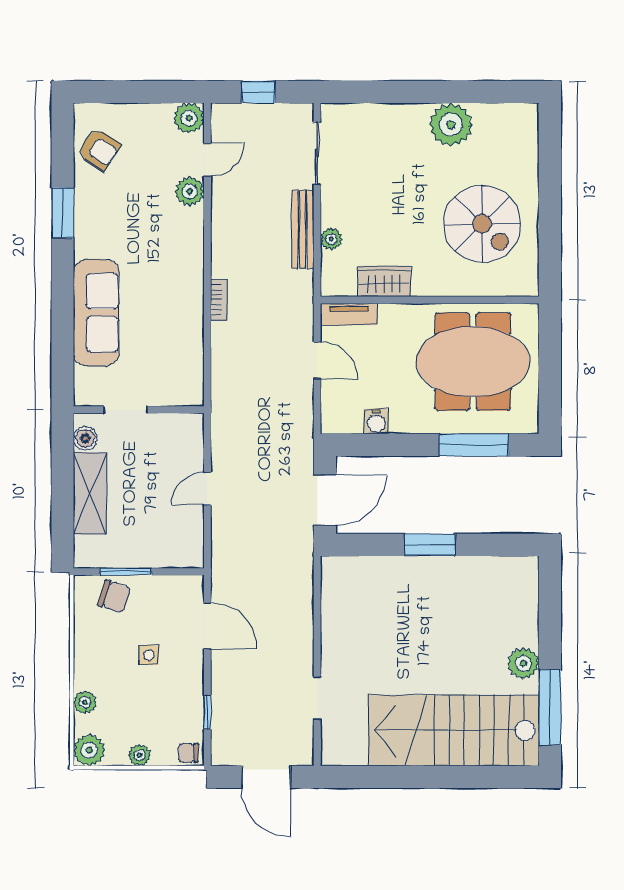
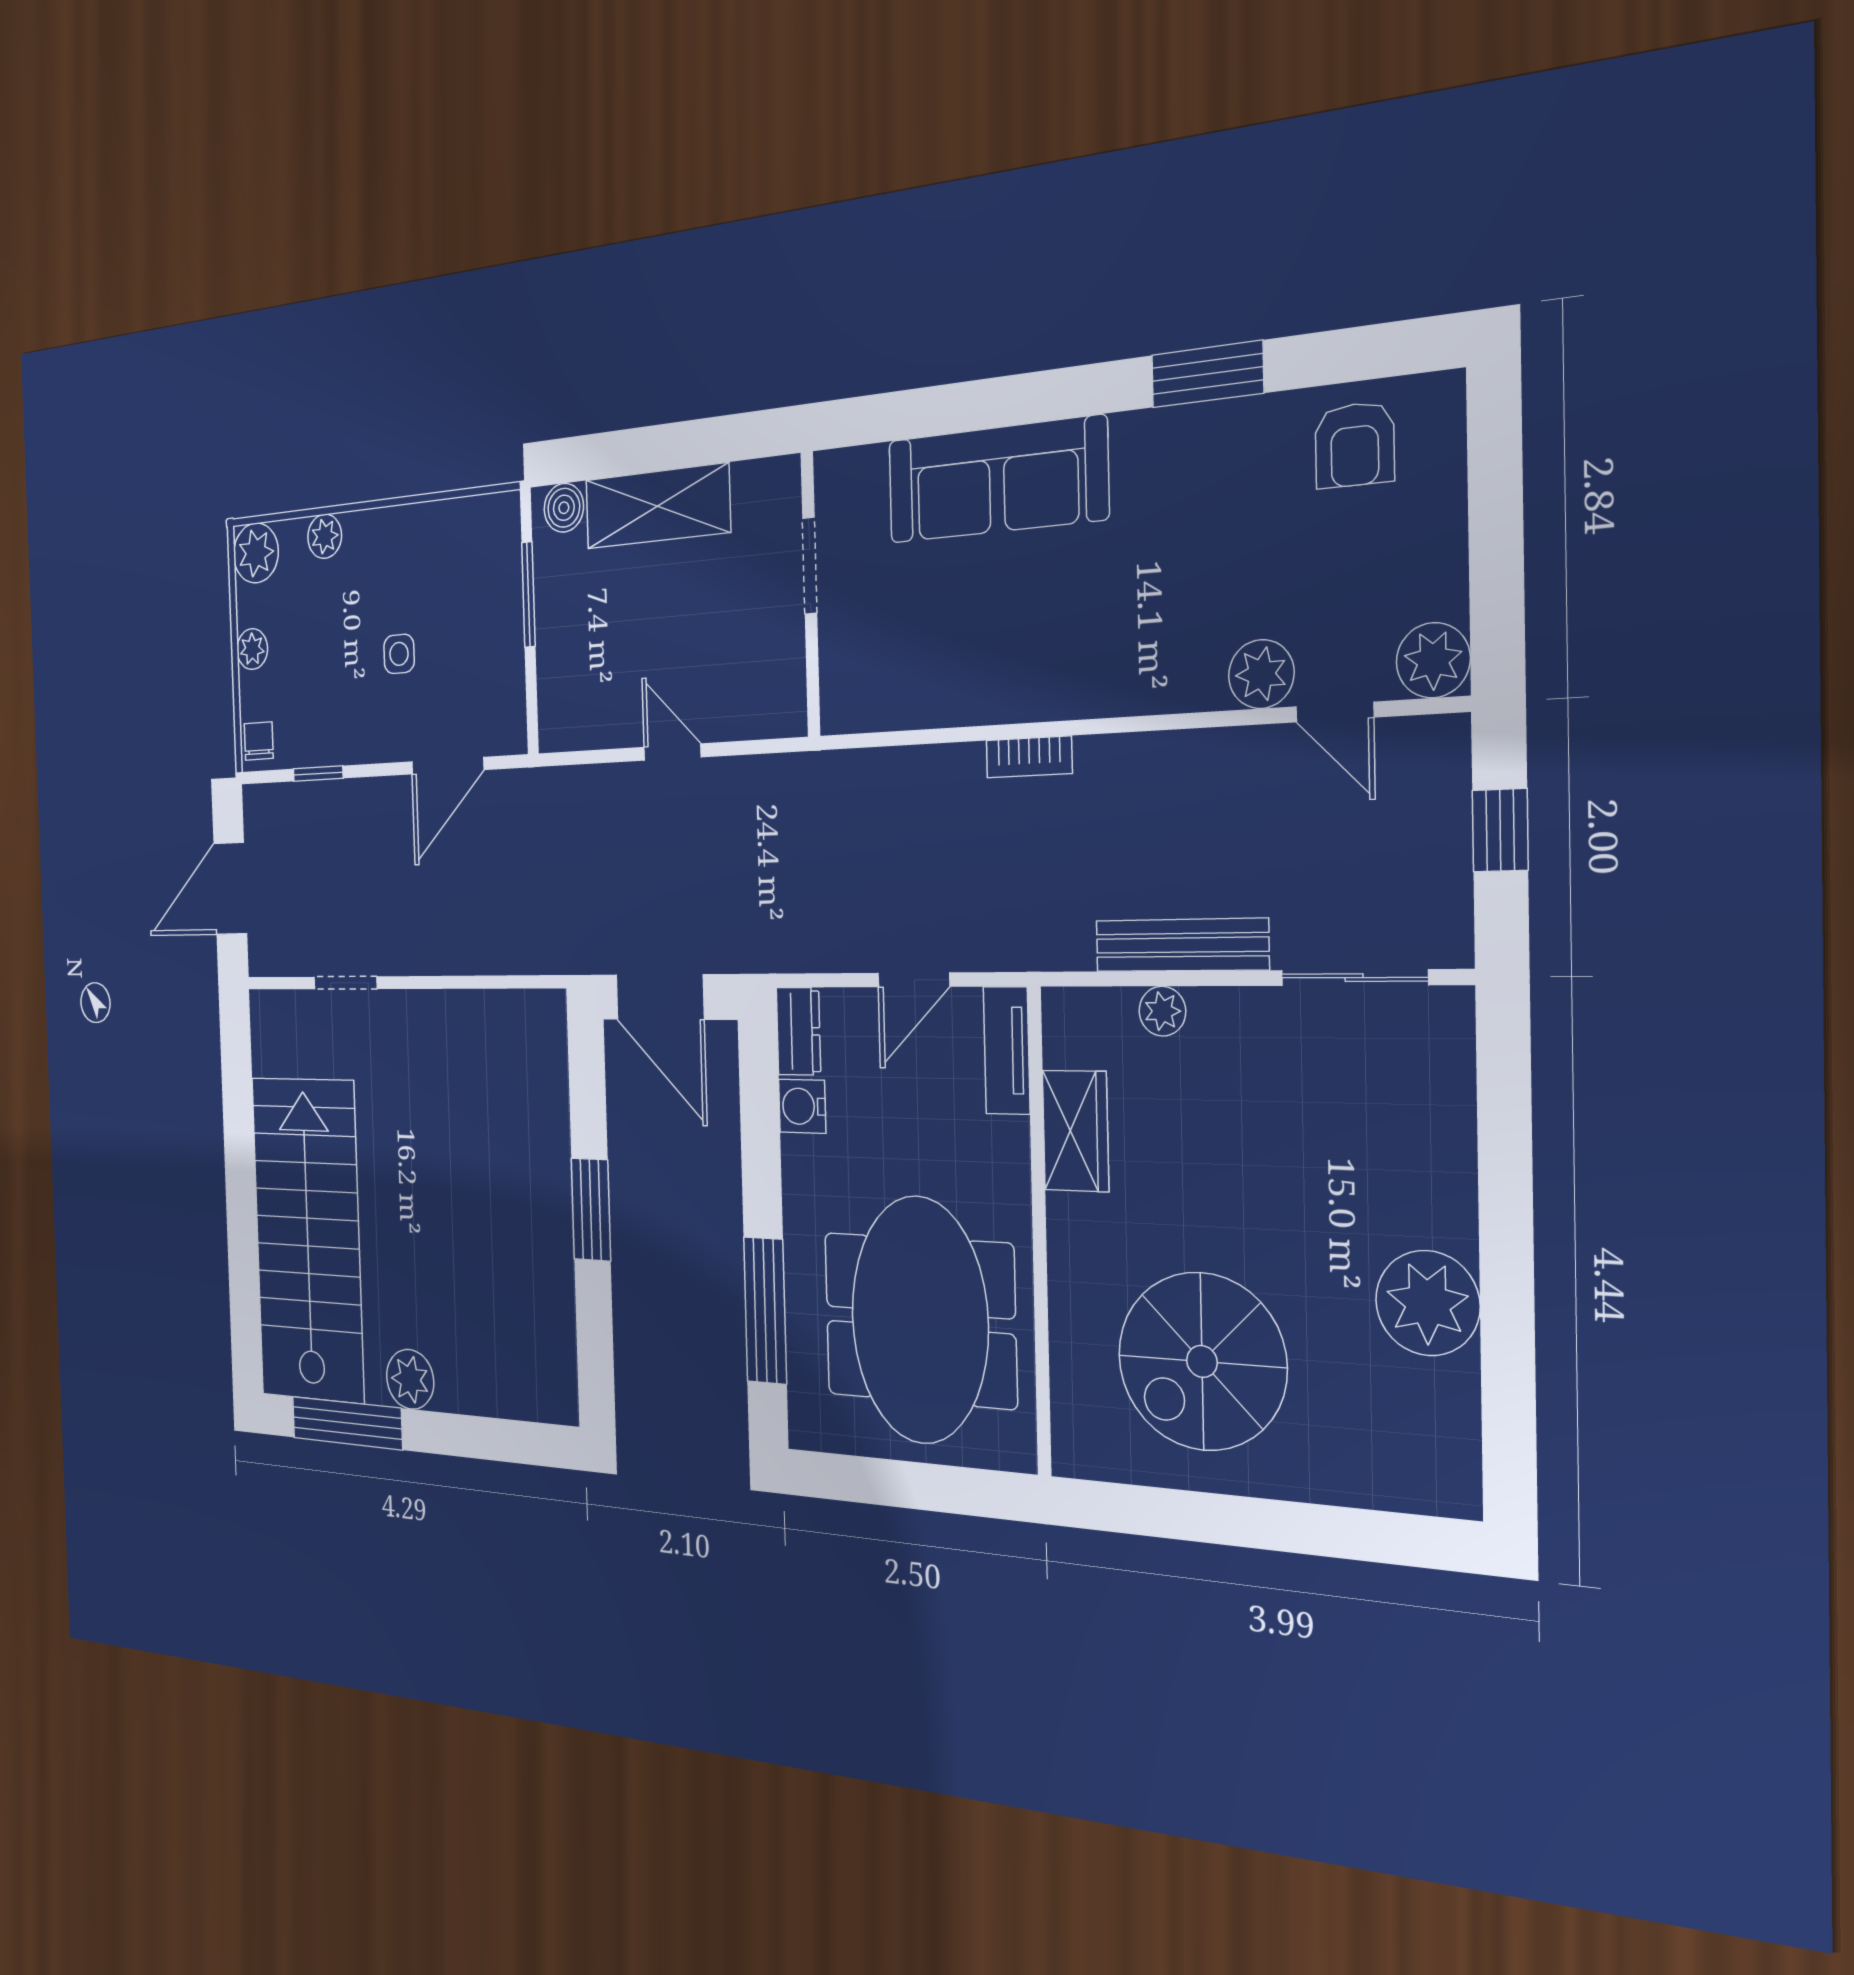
armchair: (99, 149) -> (1355, 445), turned -33
dresser: (341, 422) -> (798, 1031), added
boiler: (85, 438) -> (564, 508), moved
chair: (114, 597) -> (488, 576), removed

